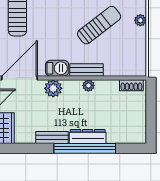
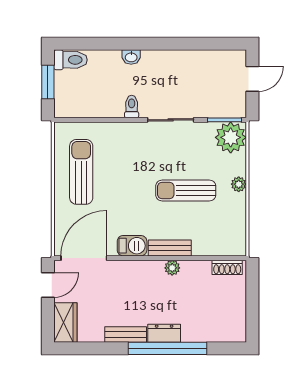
sun lounger: (99, 25) -> (186, 191), turned -142
plant: (53, 88) -> (127, 271), removed
dresser: (88, 137) -> (164, 333), width x0.70

